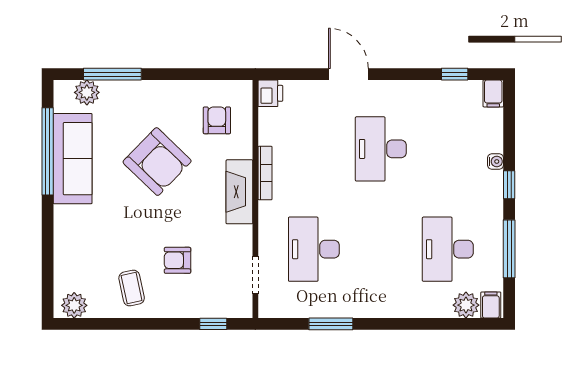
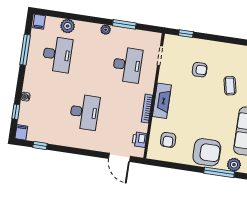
door: (348, 74) -> (119, 157), moved
printer: (270, 93) -> (139, 140), moved
armchair: (157, 162) -> (207, 152), moved, turned 136
window: (509, 185) -> (16, 112), moved
coffee table: (132, 288) -> (230, 86), moved
plant: (466, 305) -> (68, 26), moved
plant: (364, 309) -> (106, 30), added

